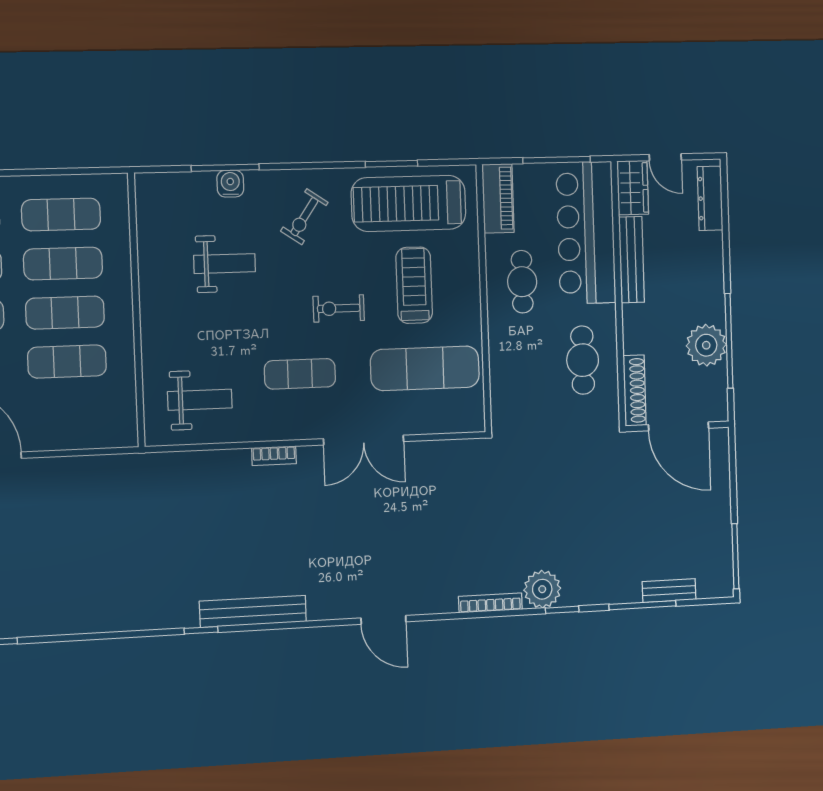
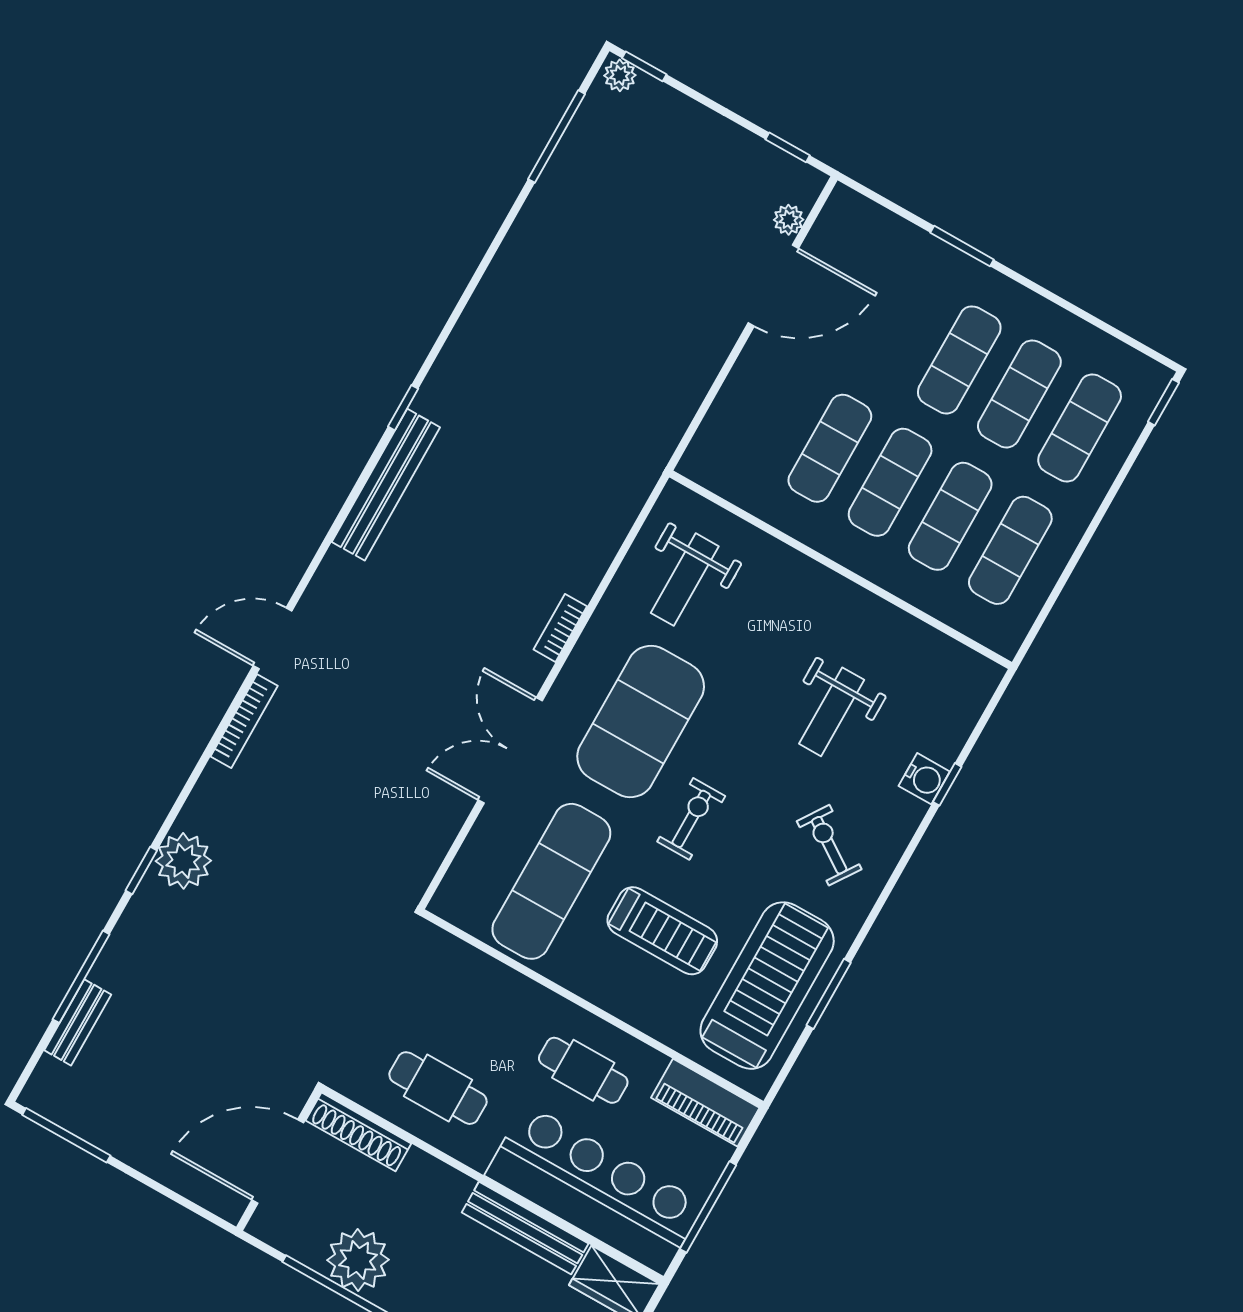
window: (225, 168) -> (947, 784), width x0.46
exercise mat: (300, 374) -> (641, 722), width x2.00, depth x1.45
bookcase: (490, 603) -> (244, 721), moved

